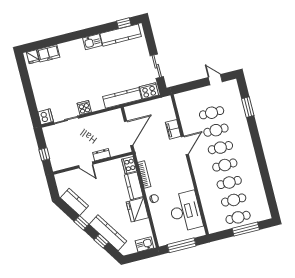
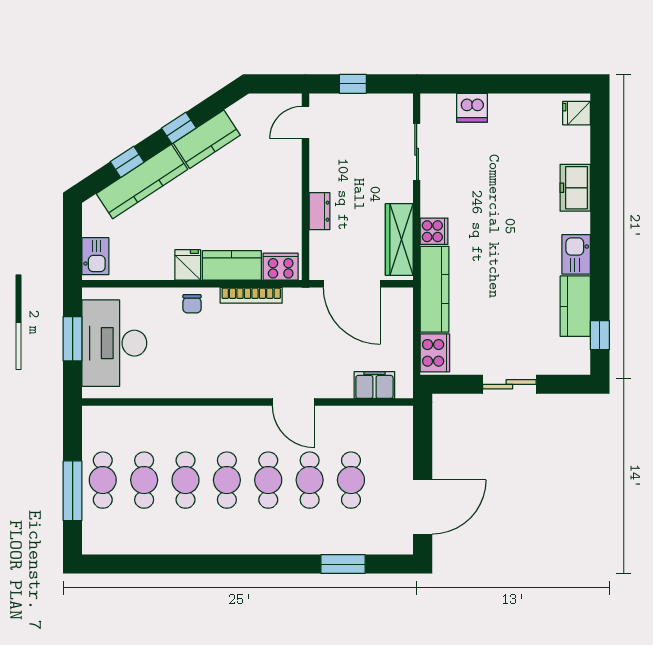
kitchen counter: (121, 35) -> (575, 306), width x0.67
freezer: (48, 53) -> (575, 188), moved
sliding door: (157, 66) -> (509, 384), moved
door: (215, 80) -> (423, 507), width x1.87
cooker: (84, 108) -> (434, 231), moved
dishwasher: (46, 117) -> (472, 108), moved
wardrobe: (105, 118) -> (399, 239), added
filing cabinet: (173, 129) -> (374, 385), moved
door: (86, 165) -> (305, 122), moved
kitchen counter: (74, 202) -> (207, 139), moved
fridge: (137, 210) -> (188, 265), width x0.53, depth x0.75
desk: (185, 211) -> (114, 343), moved, turned 90
window: (182, 245) -> (73, 339), width x0.69

